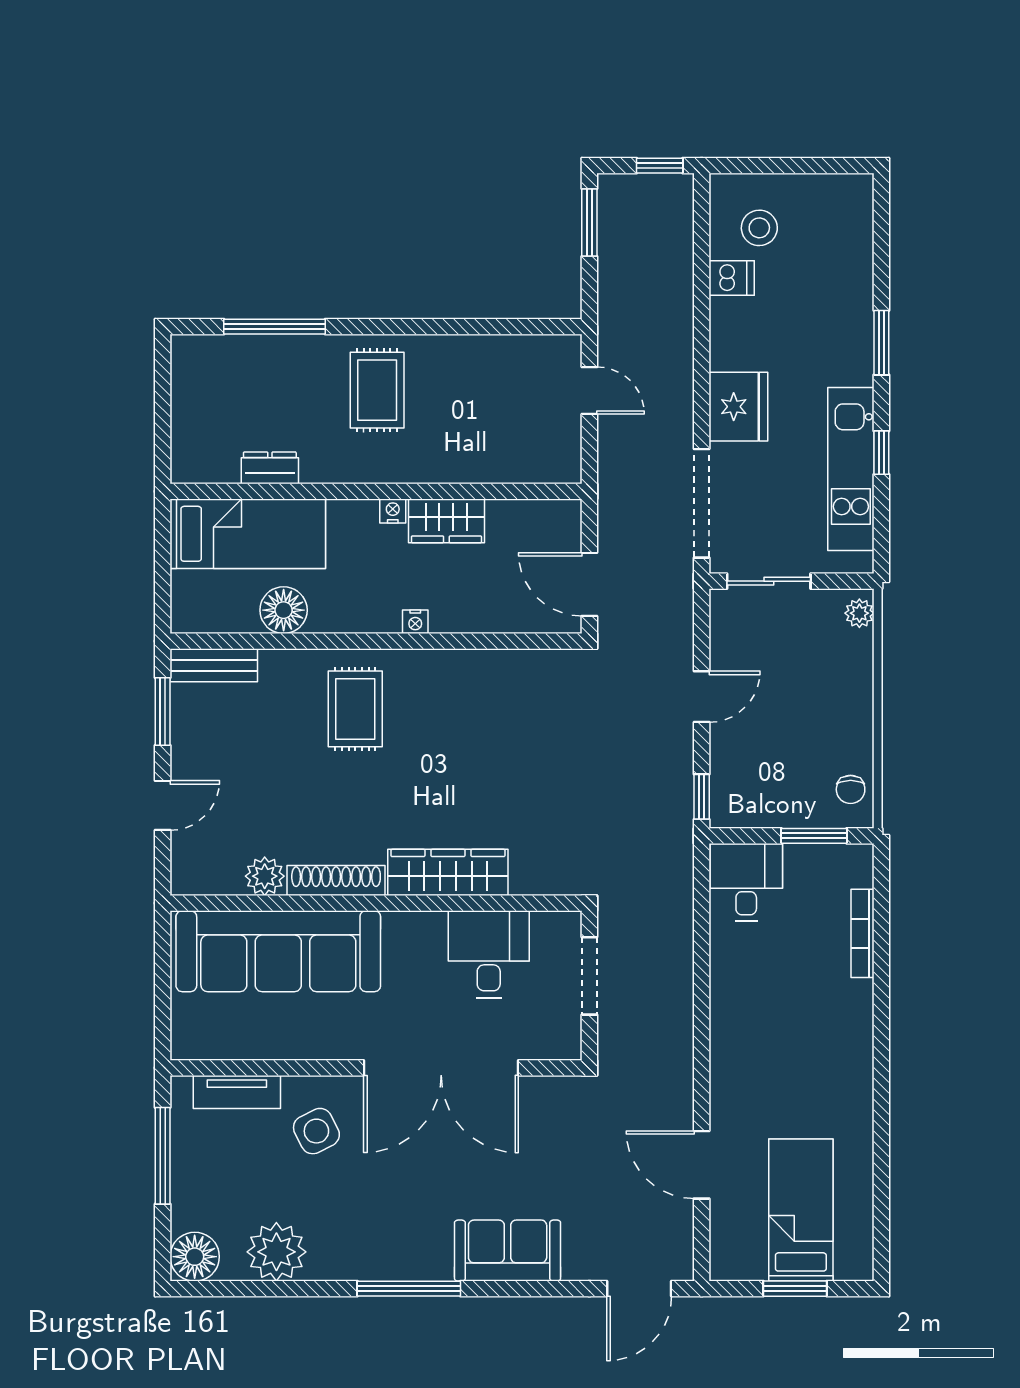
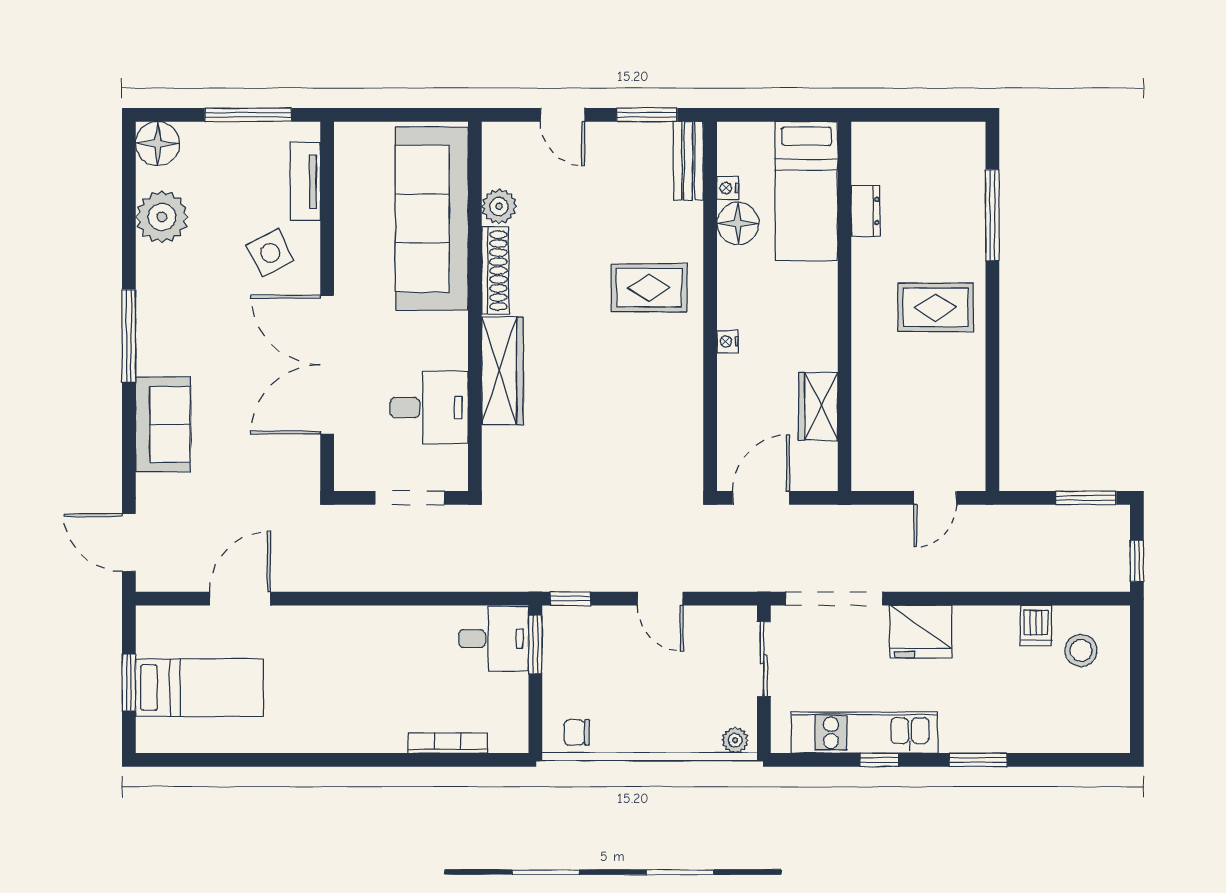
nightstand: (393, 511) -> (728, 188), moved, turned 180
wardrobe: (446, 521) -> (818, 406), moved
window: (814, 836) -> (535, 644), moved

